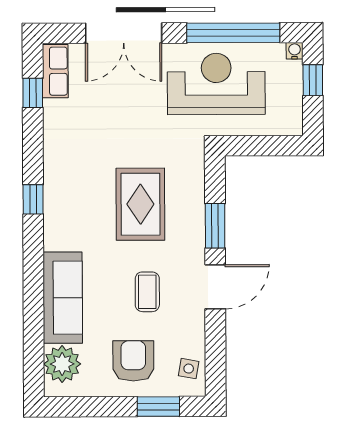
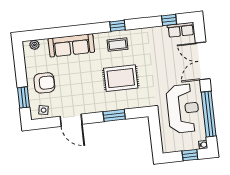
door: (215, 287) -> (71, 120), moved
coffee table: (147, 292) -> (117, 45), moved
plant: (62, 364) -> (34, 45), width x0.53, depth x0.53

